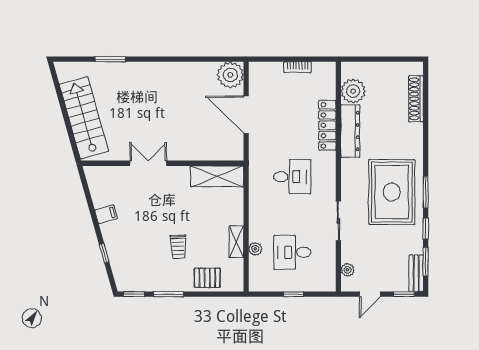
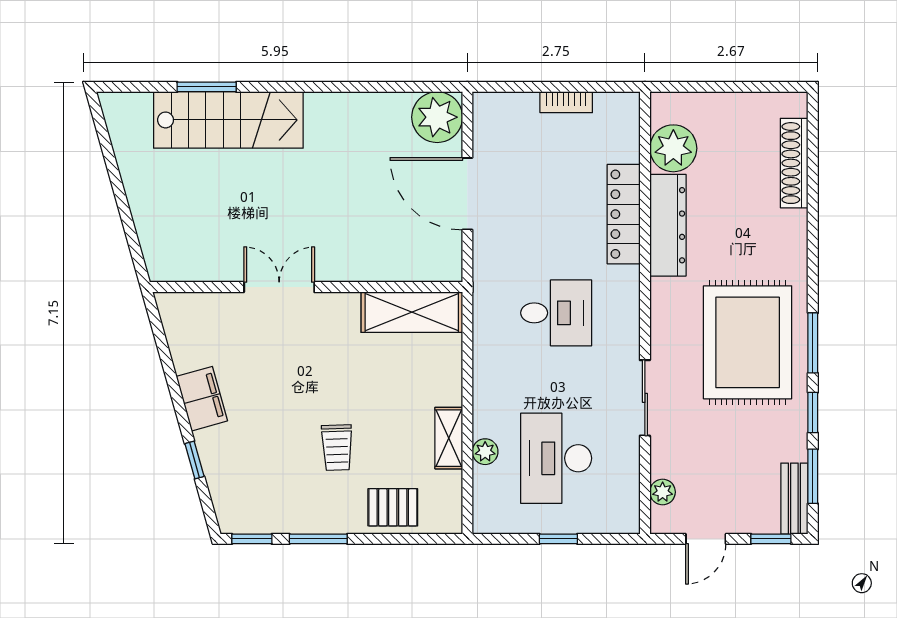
stairs: (84, 118) -> (228, 120), moved, turned 106
filing cabinet: (106, 214) -> (202, 399), width x2.00
desk: (292, 252) -> (556, 458), width x1.37

